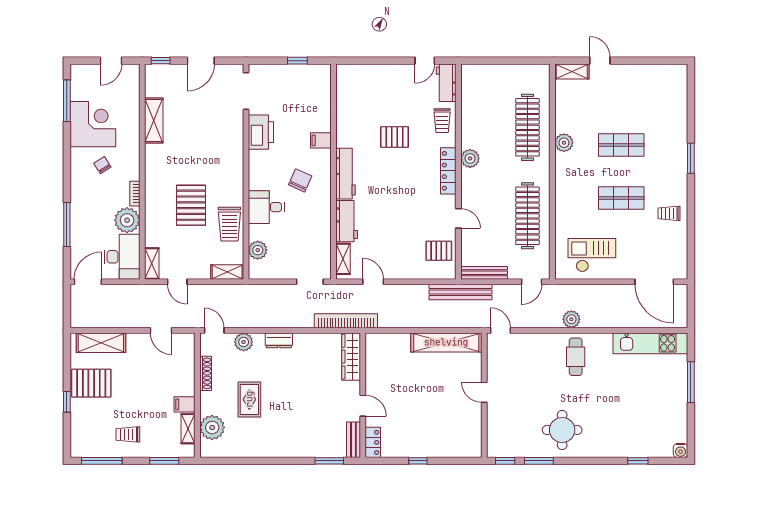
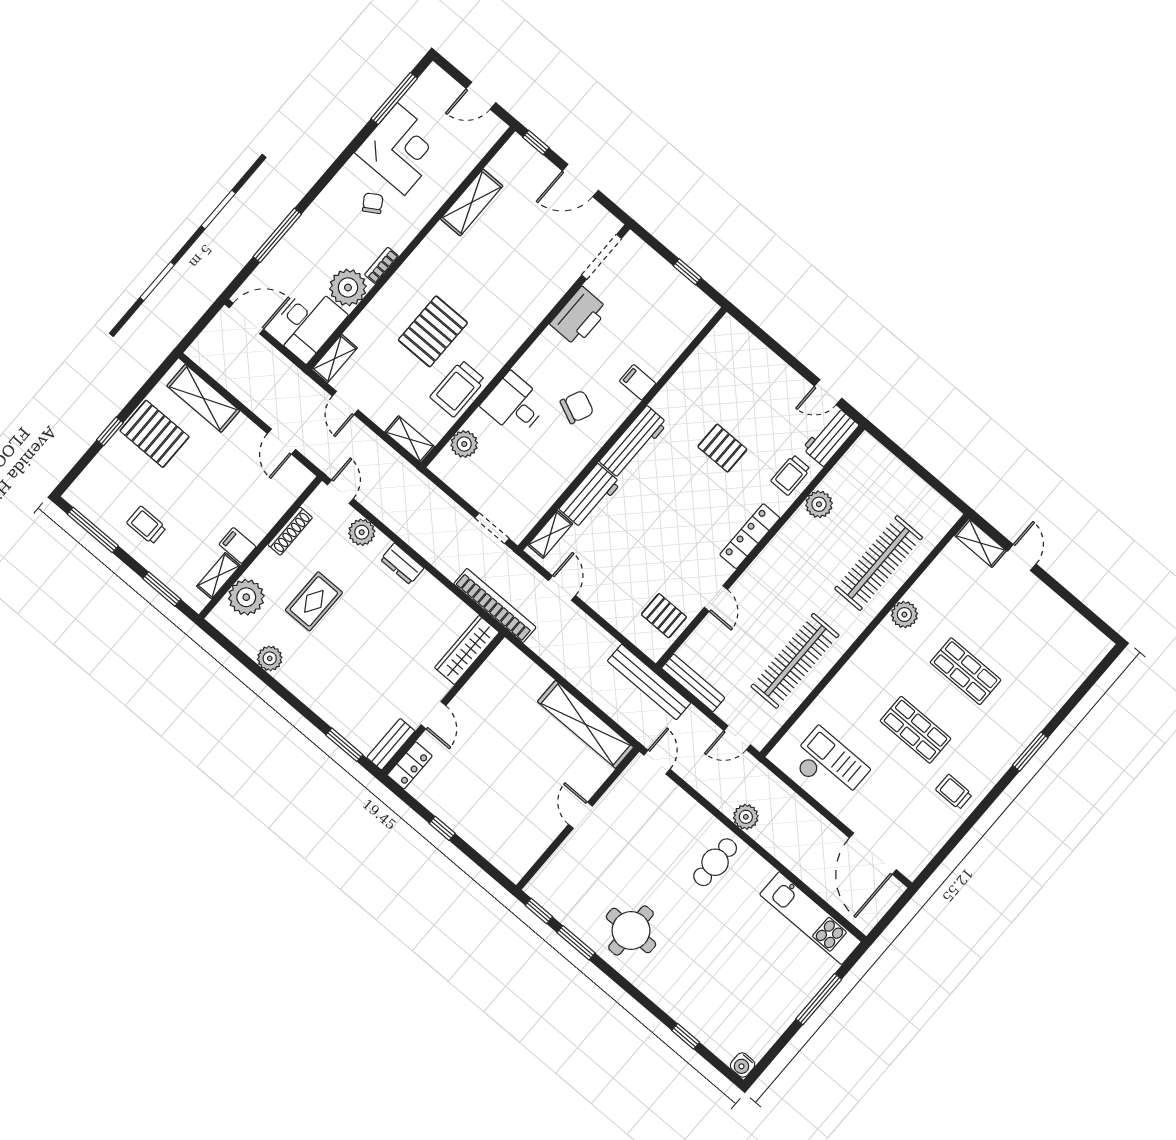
plant: (470, 158) -> (819, 504), moved
plant: (252, 449) -> (270, 658), added

